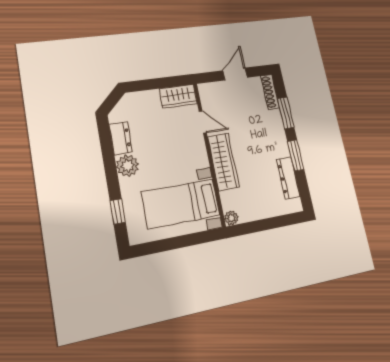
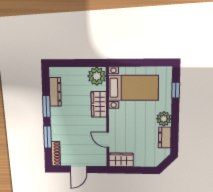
wardrobe: (223, 162) -> (99, 104), width x0.67
plant: (231, 218) -> (97, 76), width x1.88, depth x1.88

